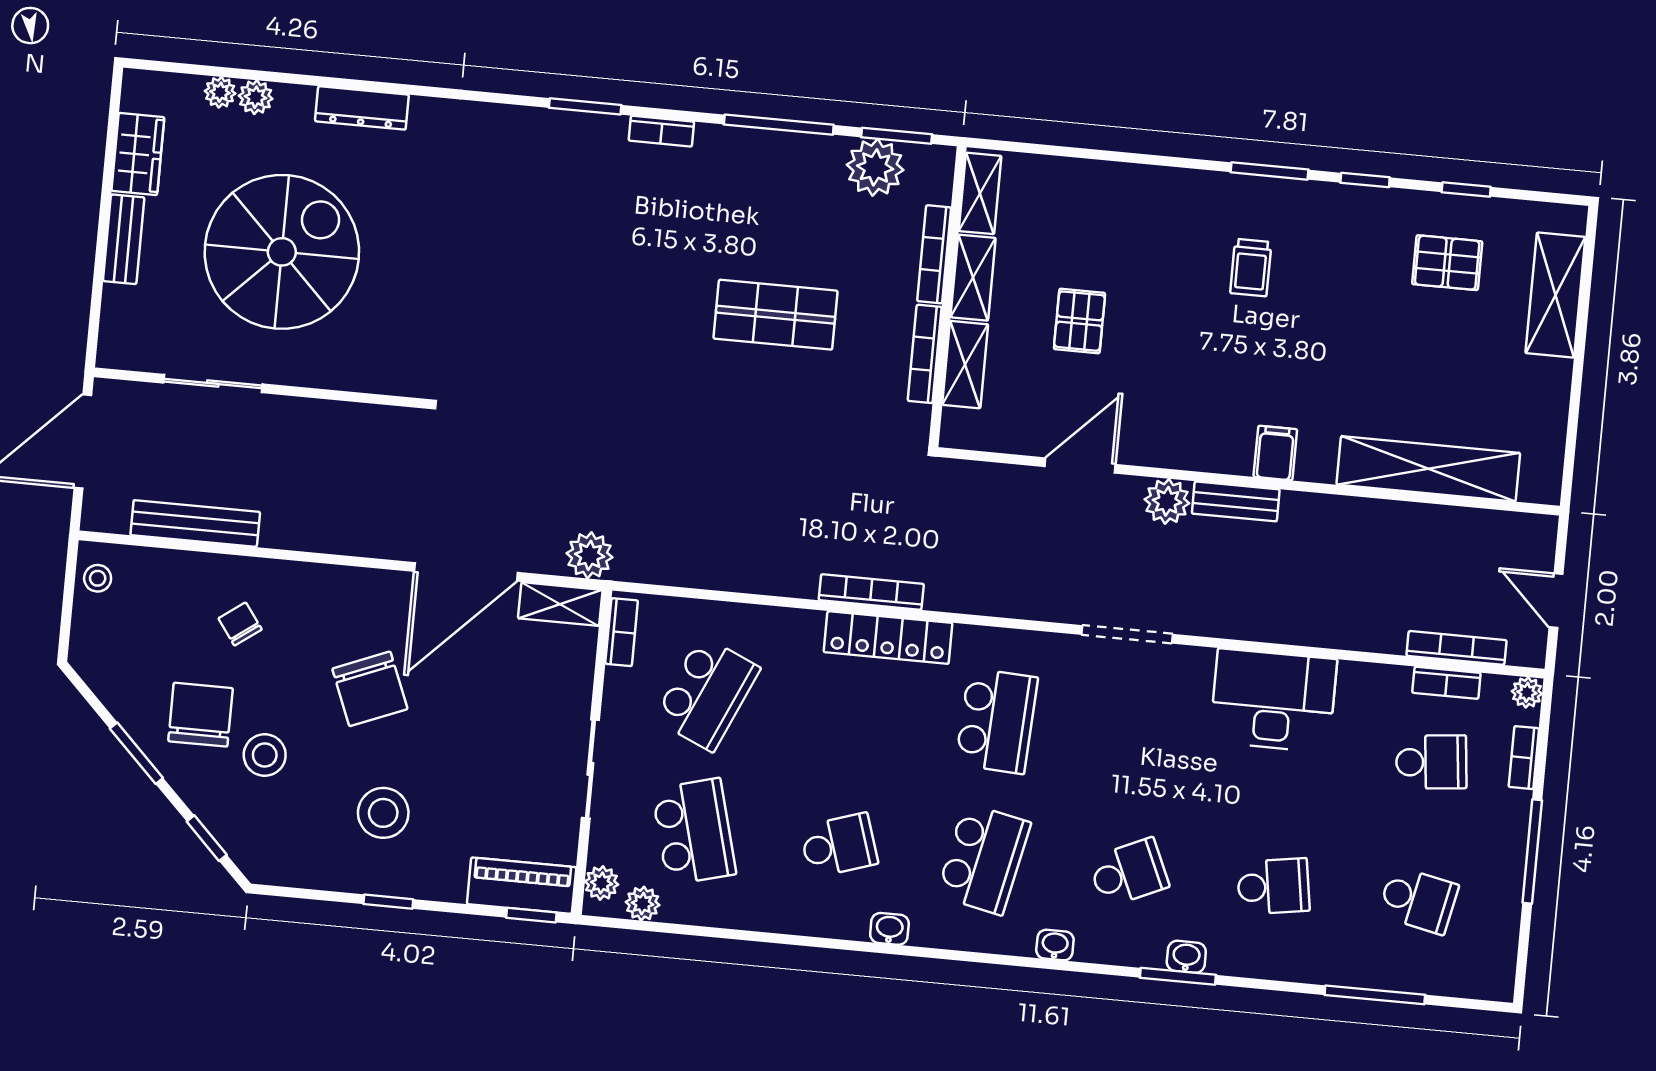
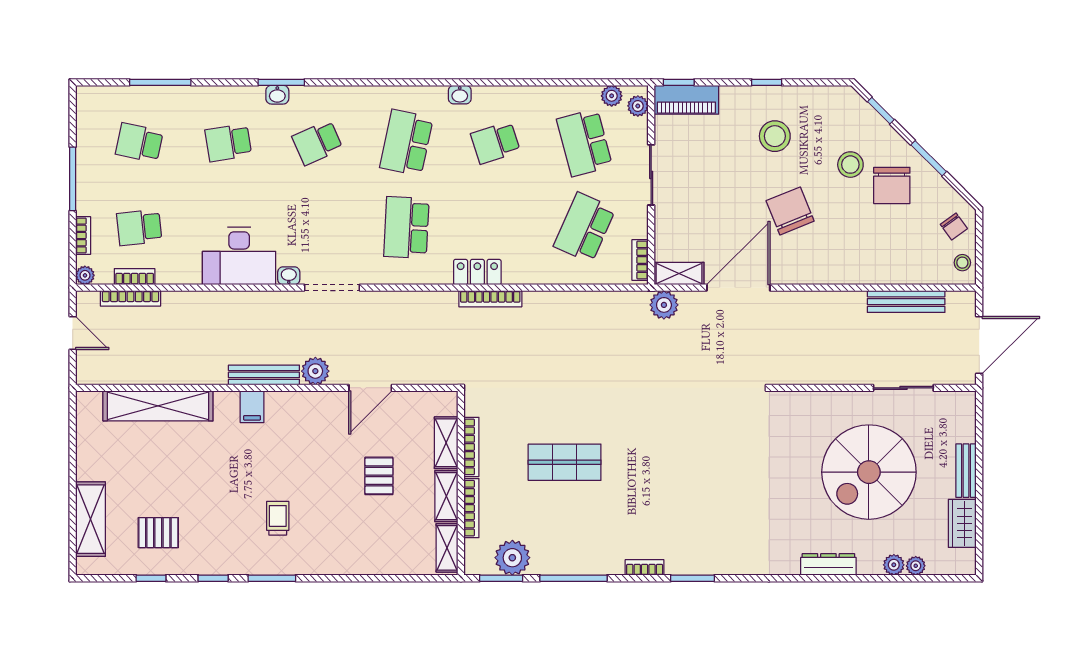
bench: (1236, 501) -> (264, 375), width x1.36
chair: (240, 624) -> (954, 226), moved
locker: (888, 638) -> (477, 272), width x0.66
washbasin: (1055, 945) -> (289, 276), moved, turned 180

